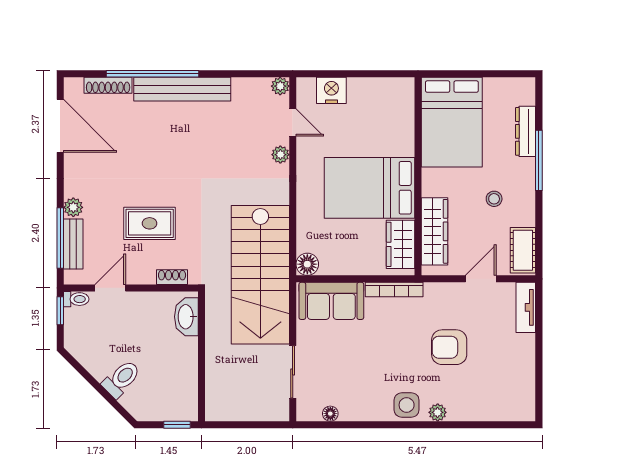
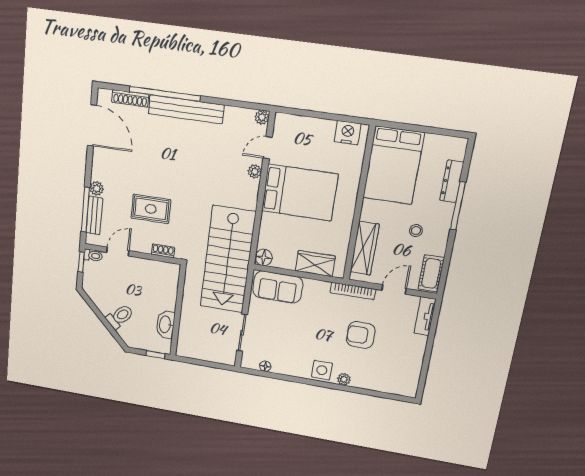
nightstand: (331, 90) -> (348, 133), moved
door: (293, 122) -> (268, 148), swing flipped
bed: (369, 188) -> (300, 193), moved, turned 180
wardrobe: (401, 244) -> (315, 263), moved, turned 90
bookcase: (394, 290) -> (353, 291), moved
washbasin: (186, 317) -> (165, 324), moved

